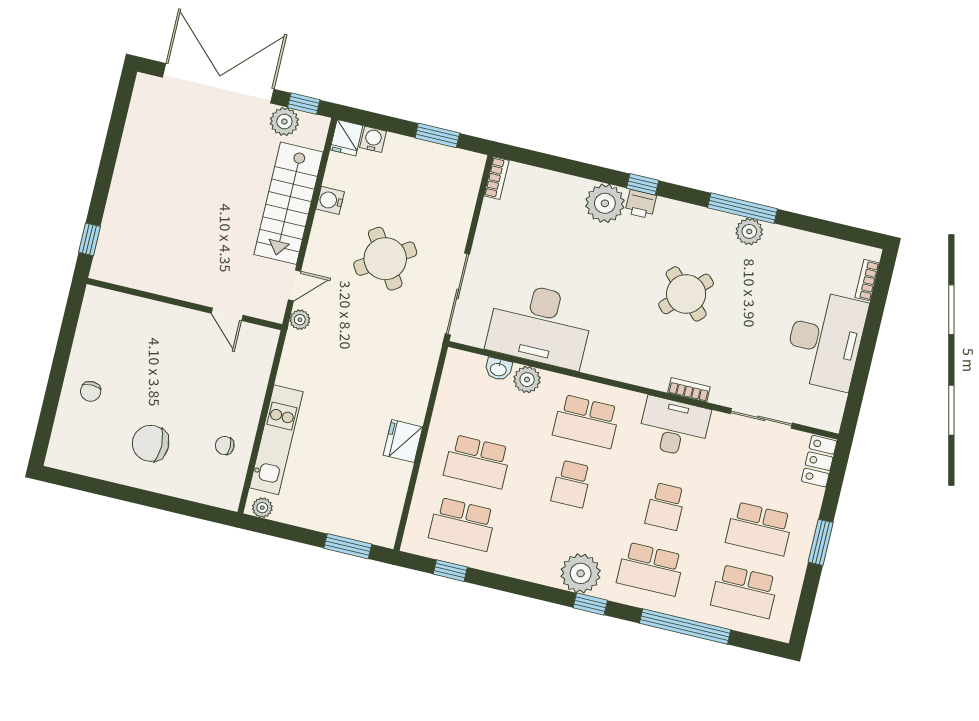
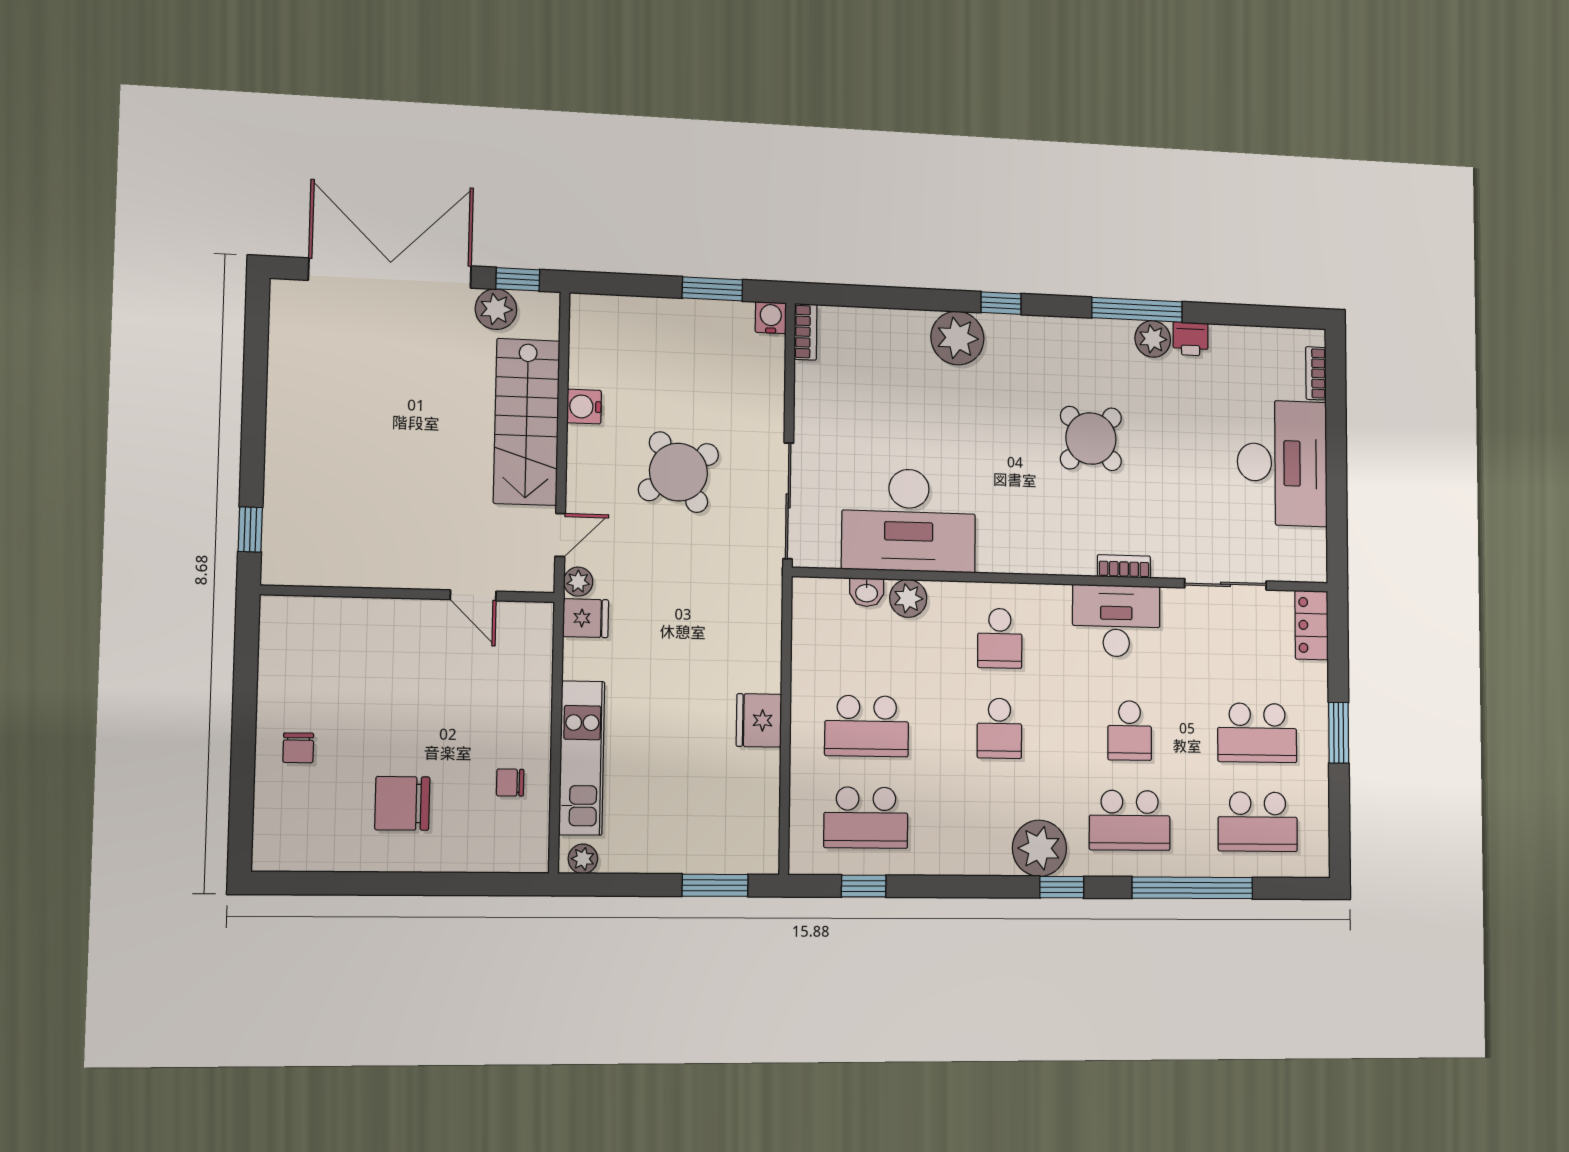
fridge: (346, 138) -> (586, 618), moved, turned -90
water cooler: (373, 139) -> (771, 318), moved
printer: (641, 204) -> (1191, 339), moved
school desk: (586, 421) -> (1000, 638), width x0.54

